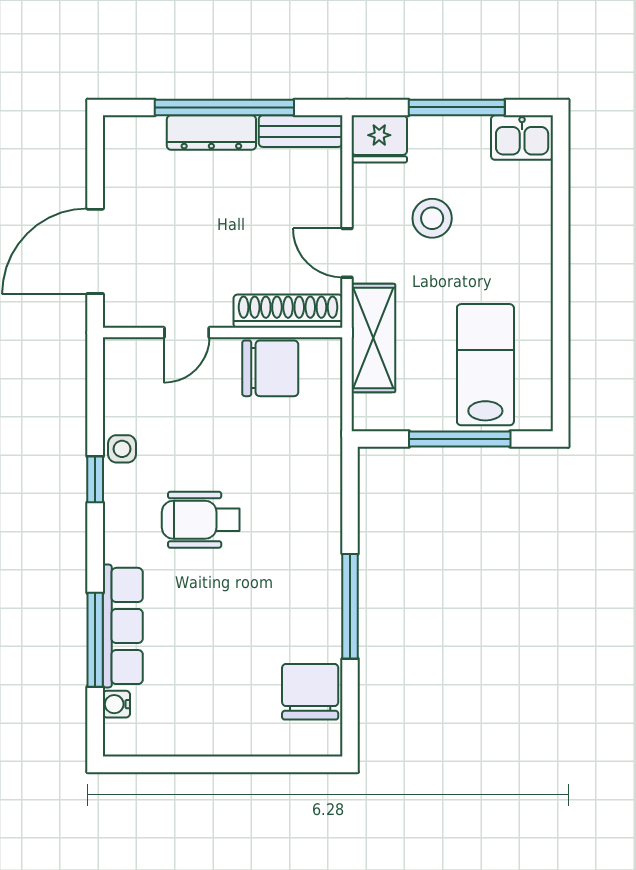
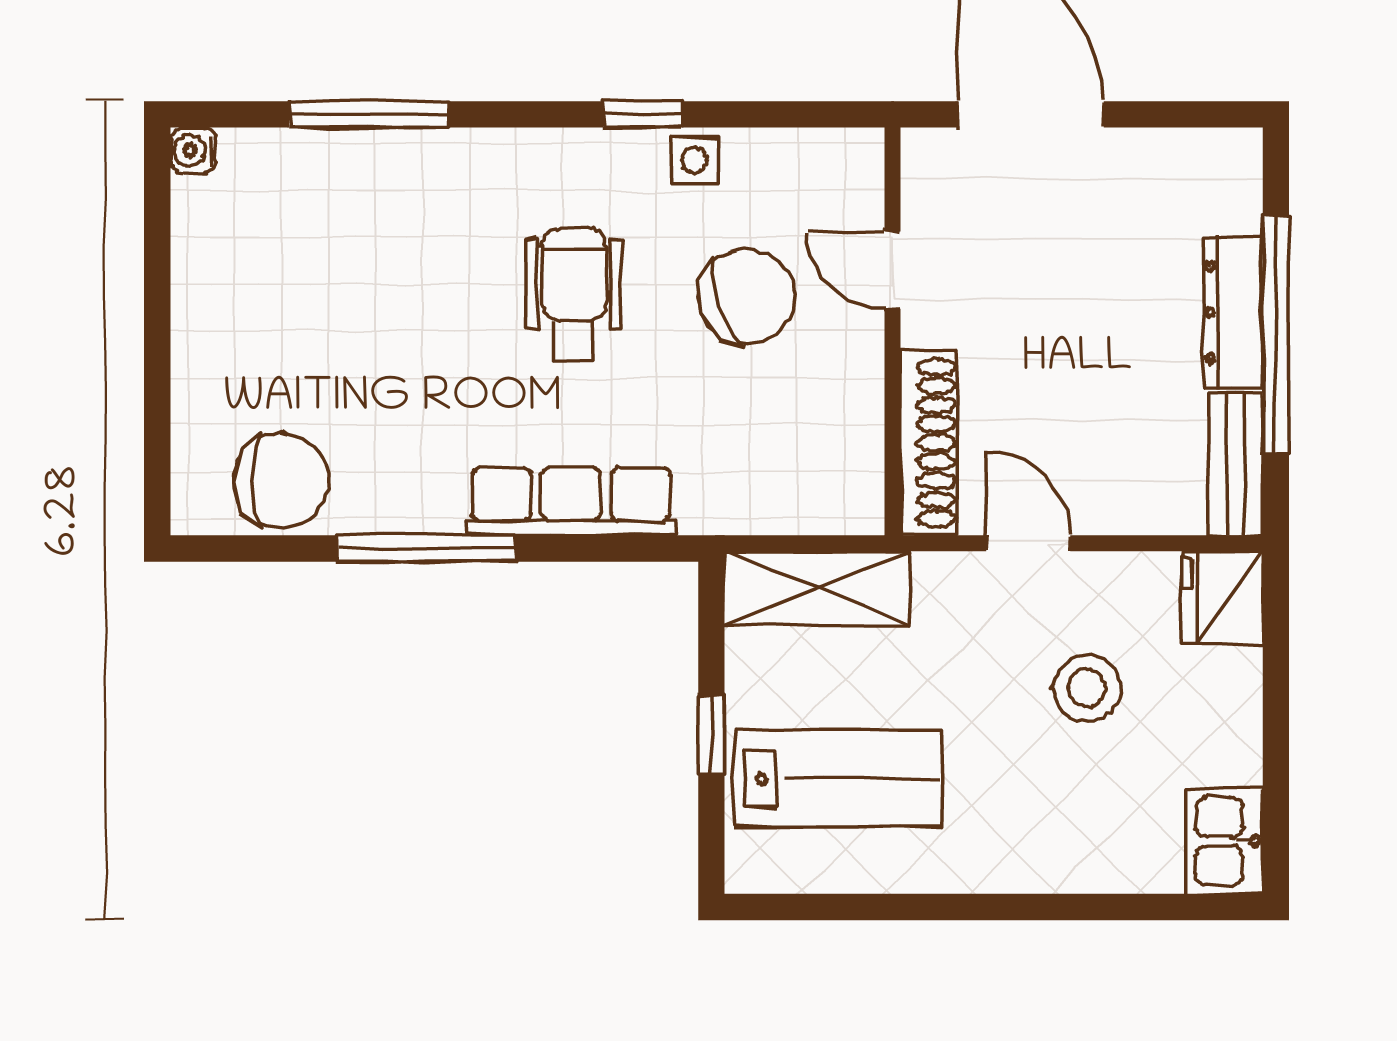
window: (457, 107) -> (1276, 730), removed
door: (347, 253) -> (1028, 543), hinge flipped
shelving: (373, 338) -> (817, 588), moved
chair: (270, 368) -> (746, 297), moved, turned -110
window: (460, 439) -> (711, 735), width x0.46
row of seats: (123, 626) -> (571, 502), moved, turned 180
water cooler: (116, 704) -> (193, 150), moved, turned -90

